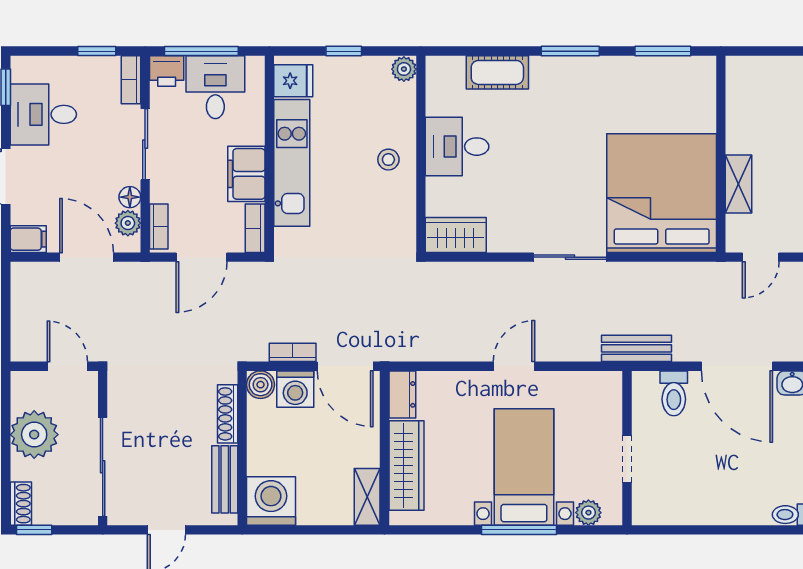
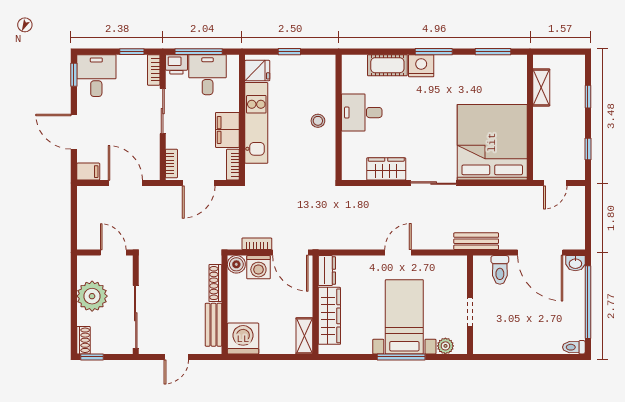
plant: (404, 69) -> (328, 63), removed
nightstand: (550, 73) -> (421, 66), added
desk: (43, 114) -> (96, 76), moved, turned 90
shelving: (739, 184) -> (541, 87), moved
floor lamp: (130, 197) -> (153, 145), removed
plant: (128, 223) -> (152, 161), removed
wardrobe: (456, 235) -> (386, 169), moved

